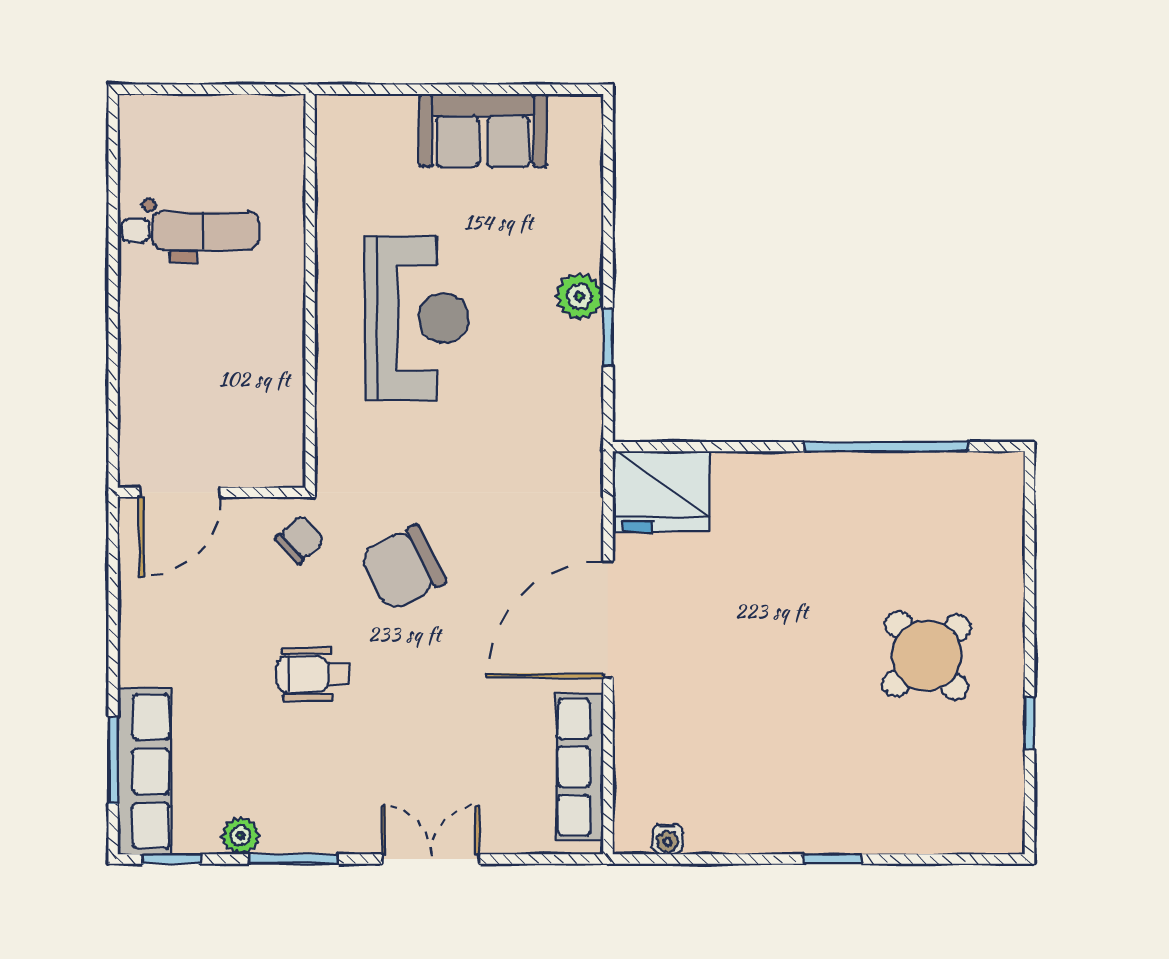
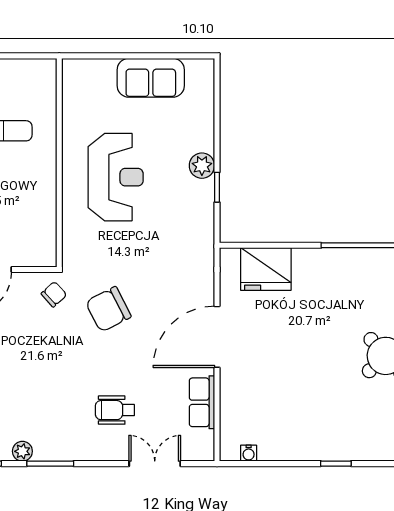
fridge: (662, 492) -> (266, 269), moved
wheelchair: (313, 674) -> (115, 410), moved
row of seats: (579, 767) -> (202, 402), width x0.68
double door: (431, 859) -> (155, 464), moved

